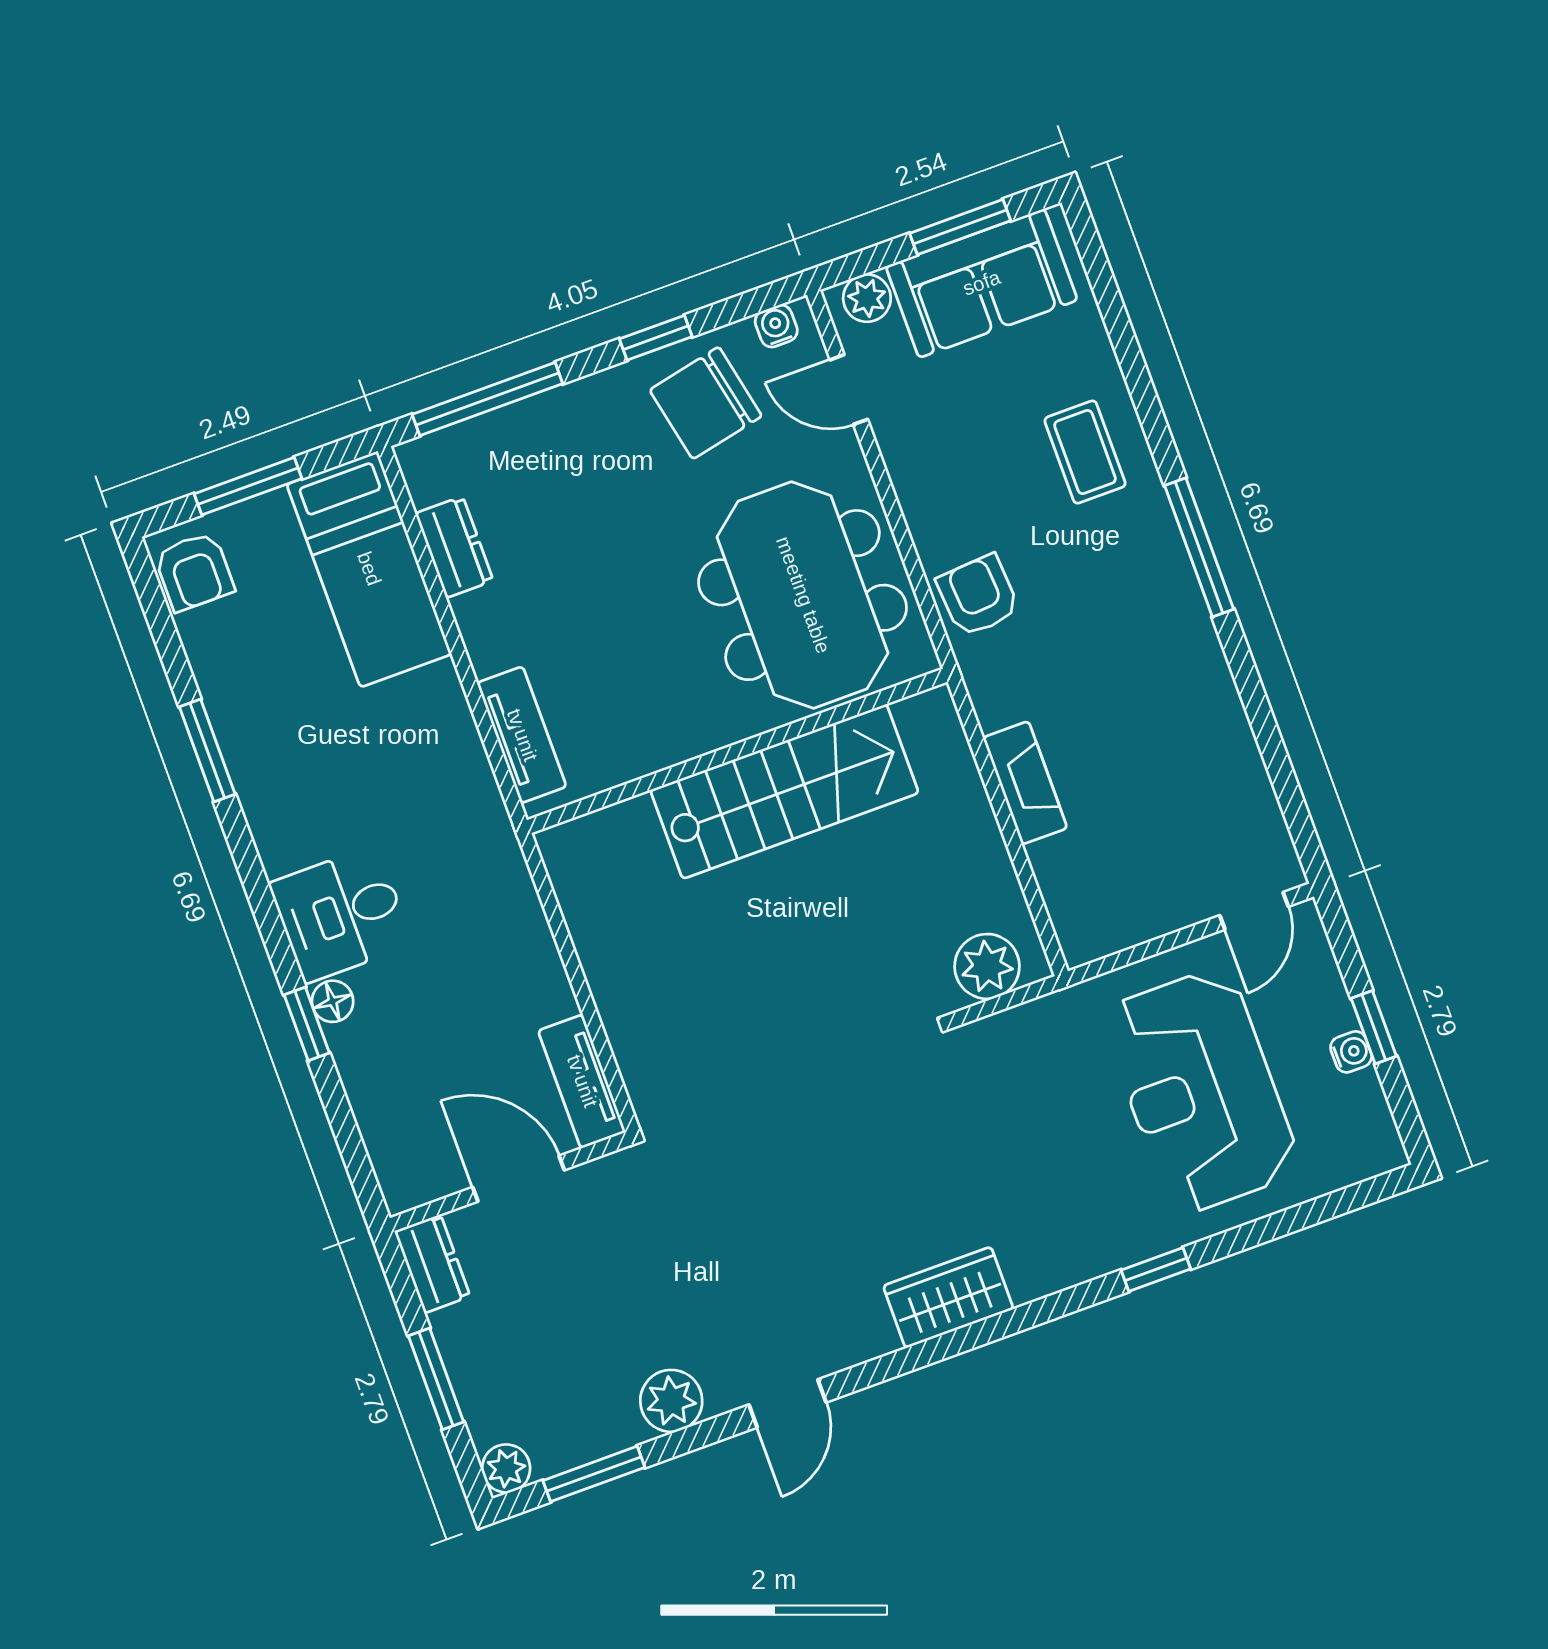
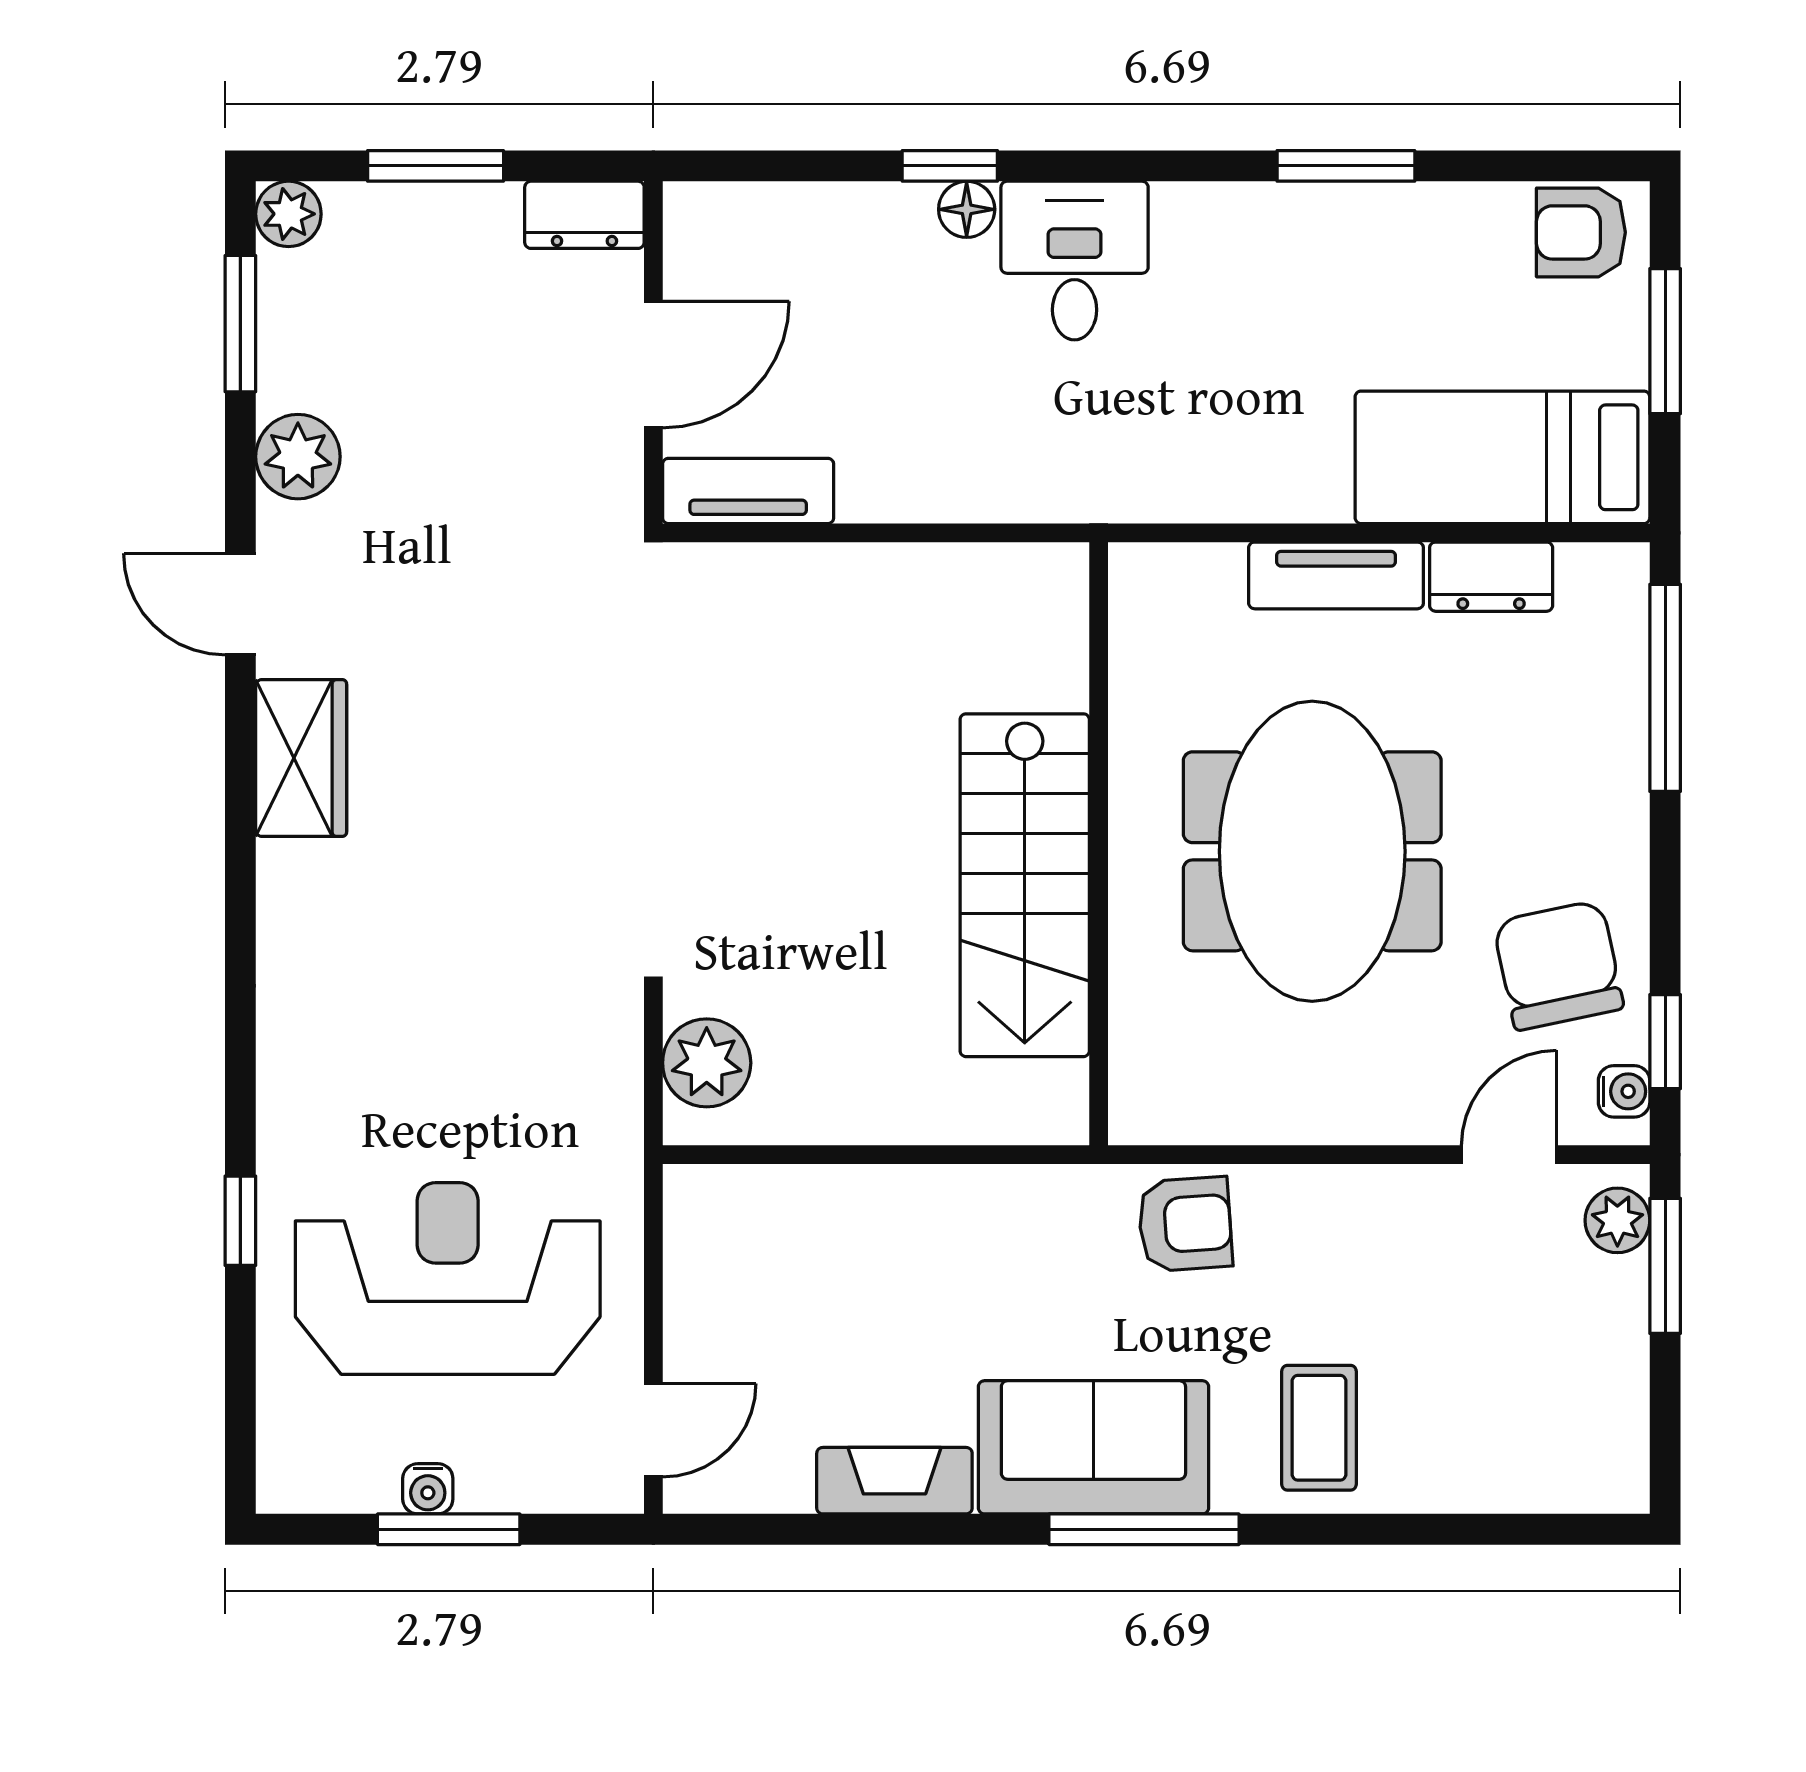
window: (960, 227) -> (1665, 1266), moved
sofa: (982, 283) -> (1093, 1447), moved, turned 90
window: (656, 338) -> (1665, 1042), moved
coffee table: (1085, 452) -> (1319, 1428), turned 90
meeting table: (803, 595) -> (1312, 851), moved, turned 90
tv unit: (522, 735) -> (1336, 575), moved
fireplace: (1025, 783) -> (894, 1481), moved, turned 180
door: (1254, 911) -> (653, 1430), swing flipped
window: (1374, 1027) -> (449, 1529), width x1.50
window: (1156, 1269) -> (240, 1221), moved
wardrobe: (948, 1297) -> (301, 758), moved

